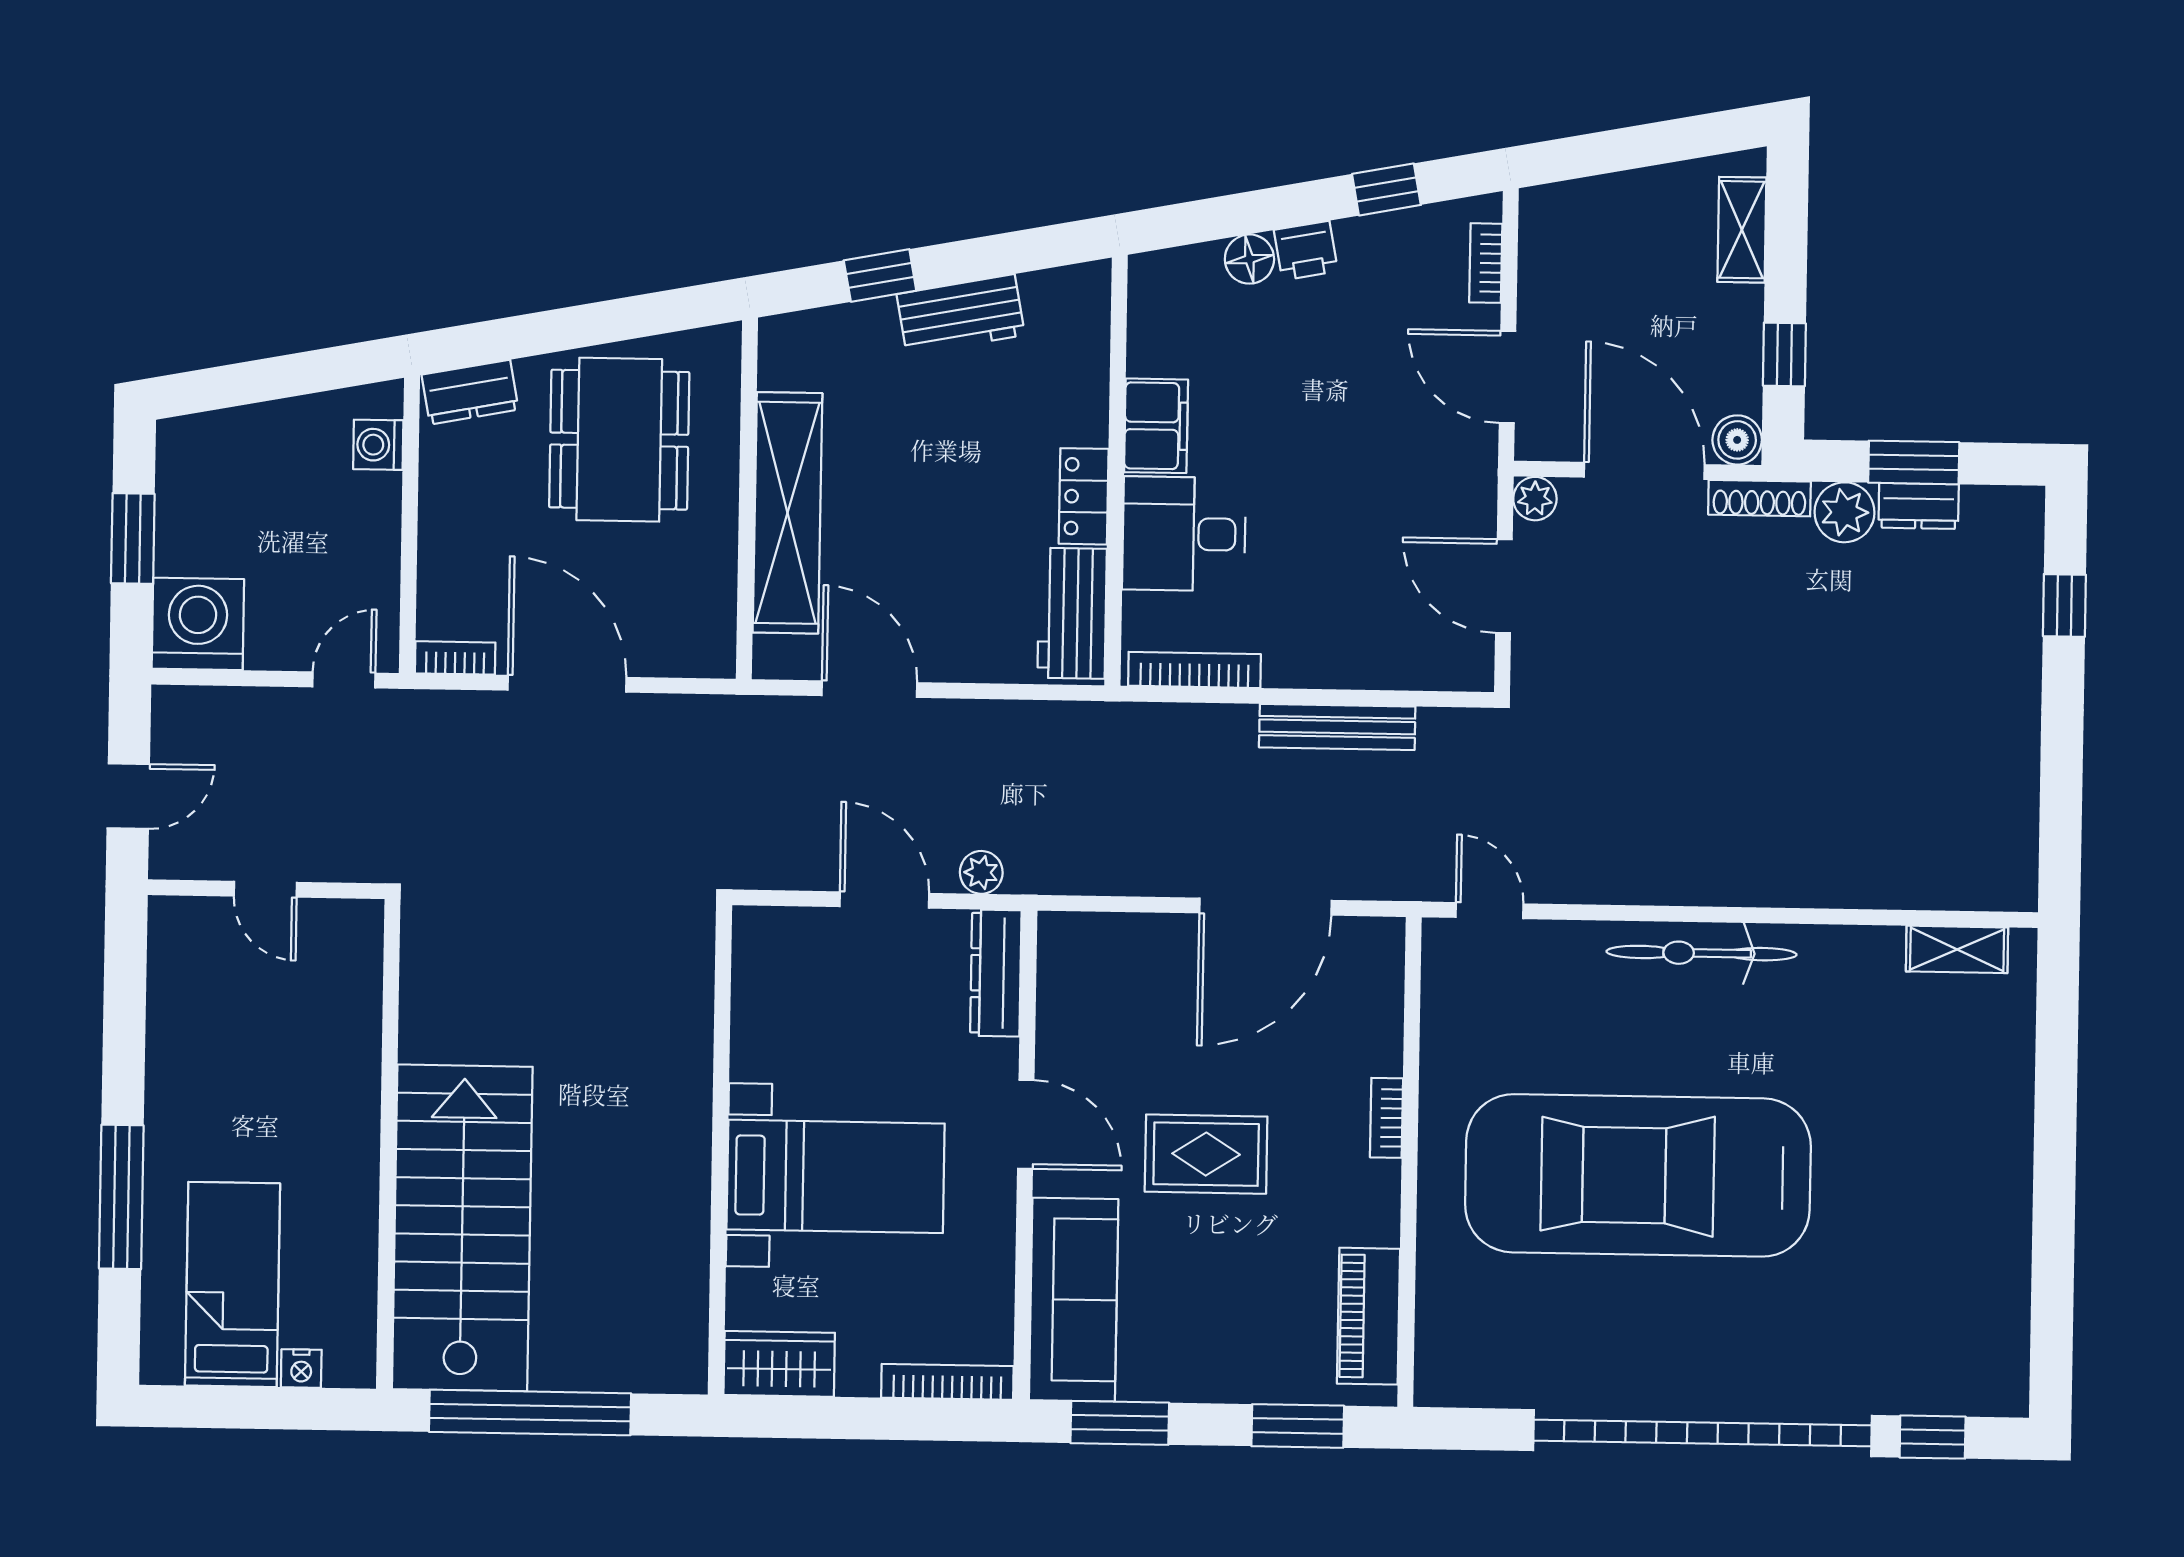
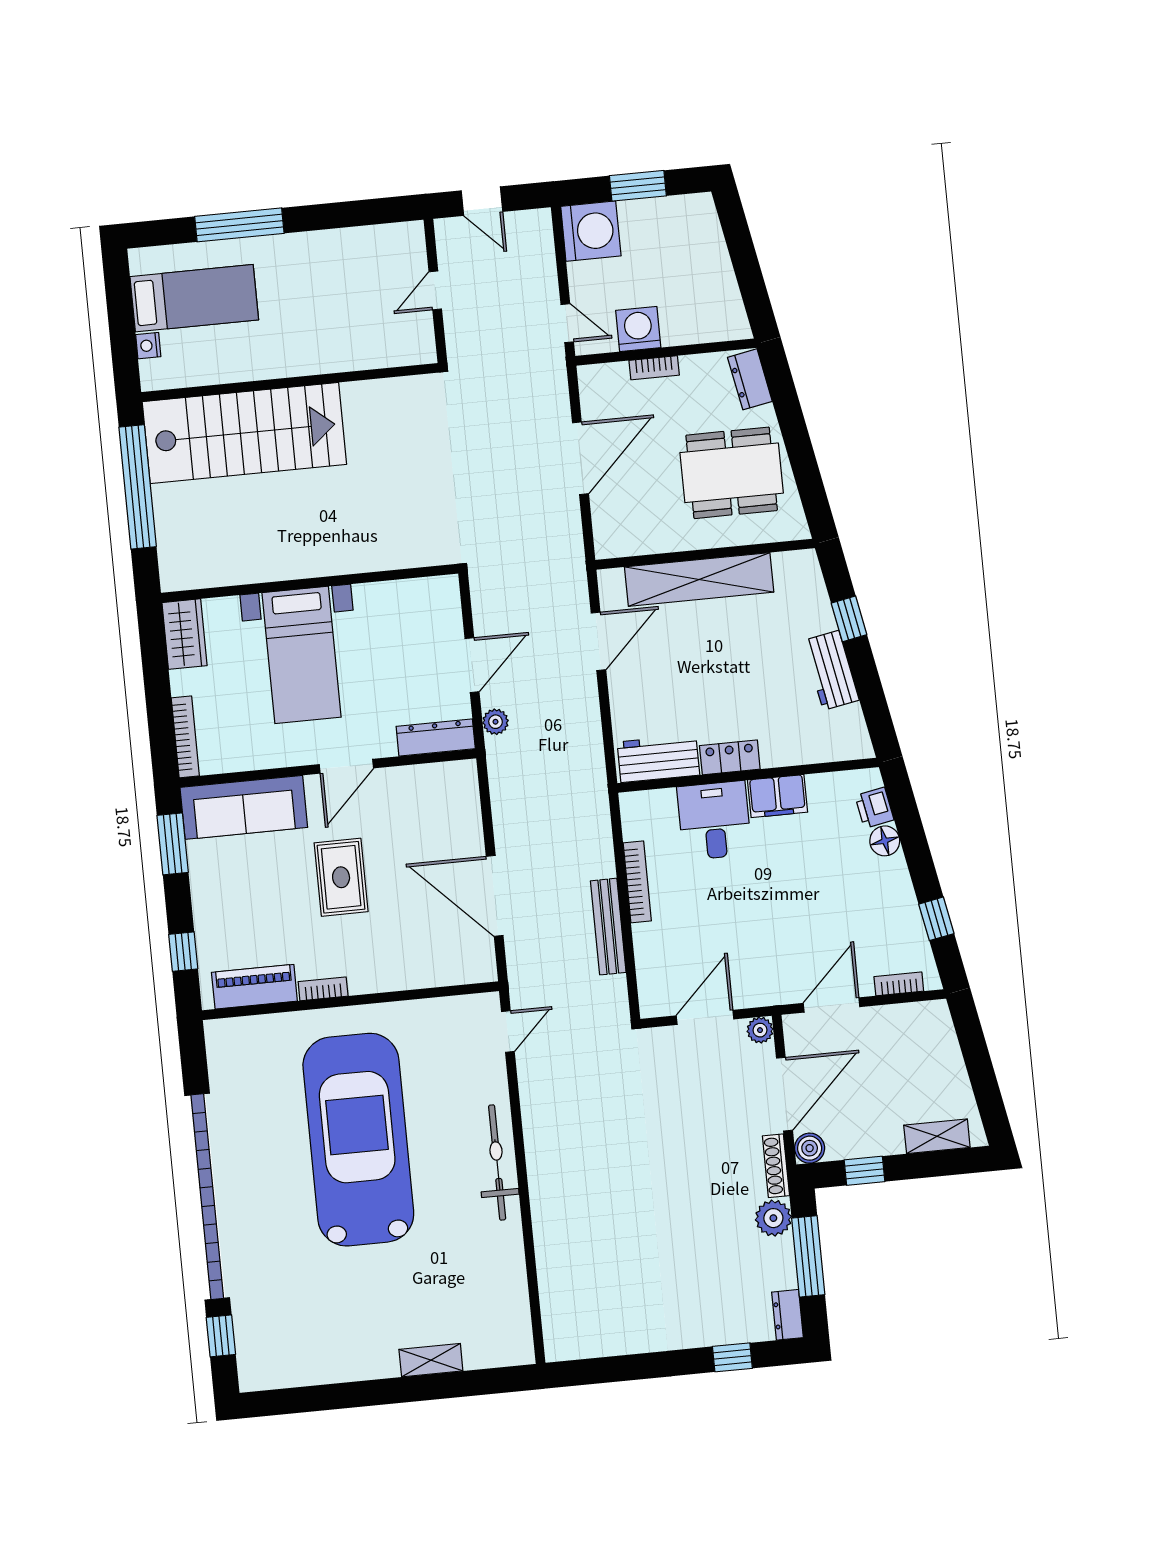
printer: (1306, 251) -> (874, 808), moved
washing machine: (378, 445) -> (638, 329), moved, width x1.38, depth x1.38
window: (1914, 462) -> (808, 1256), width x1.44
dresser: (1919, 506) -> (788, 1315), moved
bookcase: (455, 658) -> (654, 368), moved, turned 90
bookcase: (1194, 670) -> (637, 882), moved
shelving: (1957, 949) -> (431, 1360), moved, turned 90
bookcase: (1386, 1118) -> (323, 989), moved
window: (1298, 1426) -> (183, 952), width x0.67

